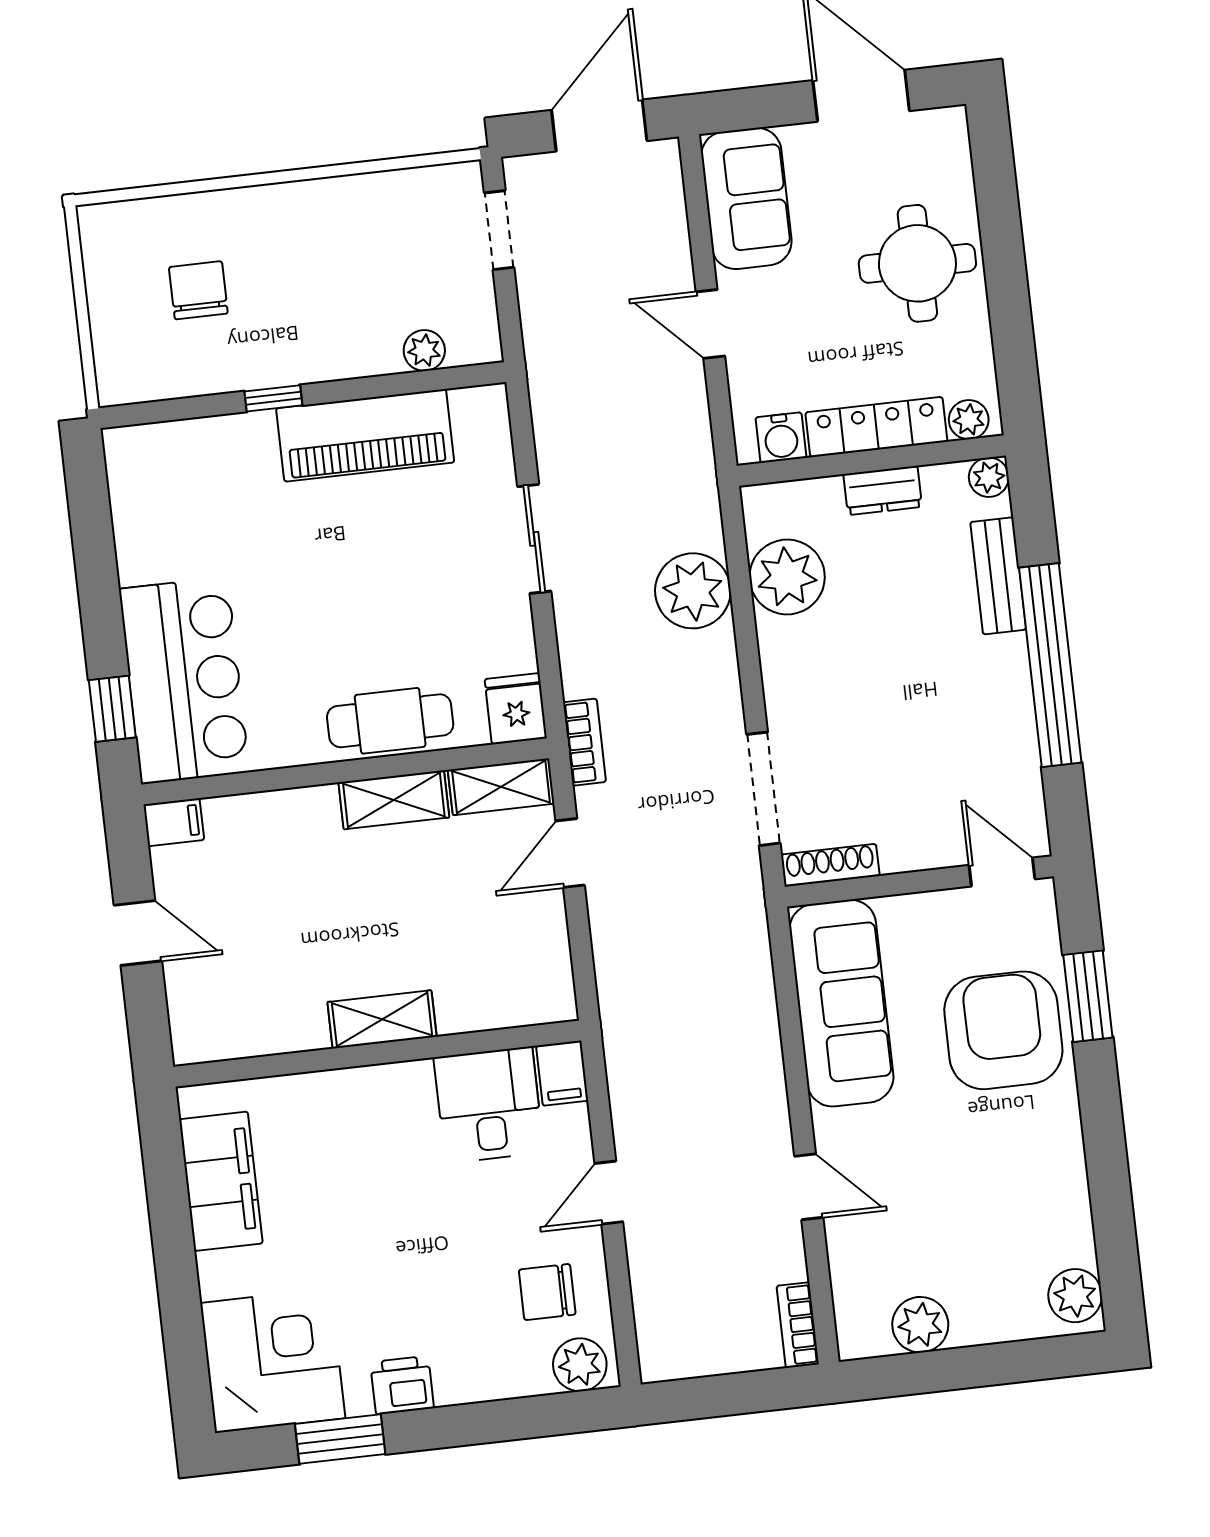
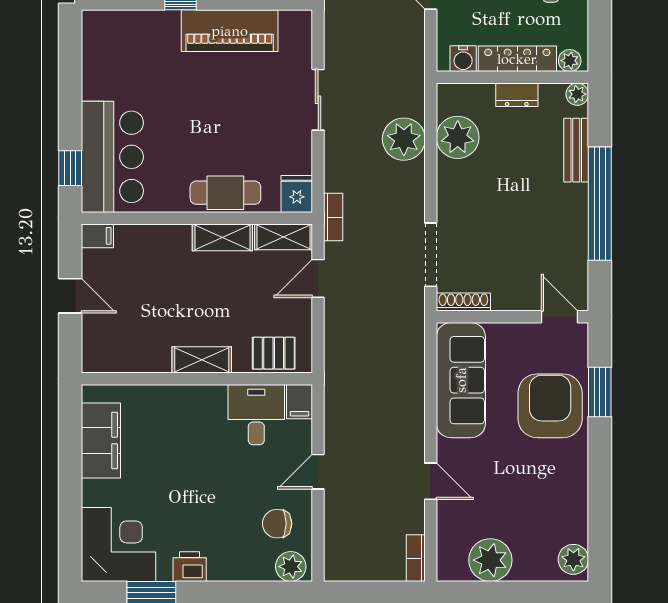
pallet: (507, 993) -> (274, 353), added
plant: (920, 1325) -> (490, 560), width x1.36, depth x1.36

